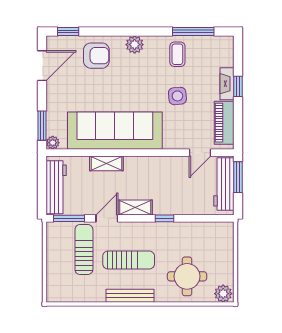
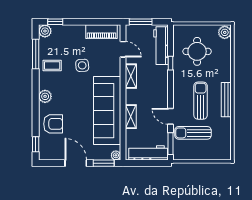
plant: (225, 44) -> (45, 31), added
armchair: (96, 56) -> (53, 124), turned 90
door: (42, 66) -> (76, 163), moved
fireplace: (227, 84) -> (73, 30), removed
window: (238, 86) -> (55, 22), moved
workbench: (224, 184) -> (161, 46), moved, turned 90
shelving: (135, 207) -> (131, 76), moved
window: (165, 218) -> (171, 63), moved
round table: (187, 276) -> (197, 51), moved

